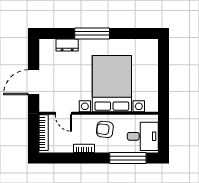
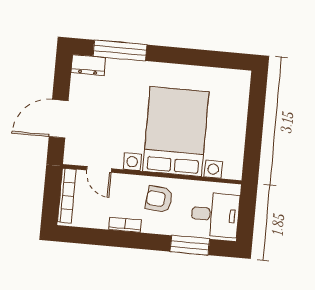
window: (92, 33) -> (120, 50), moved
dresser: (67, 45) -> (88, 65), moved
window: (128, 158) -> (190, 245), width x0.69

